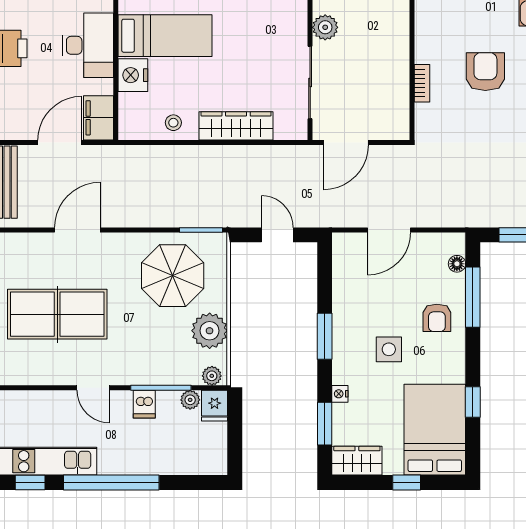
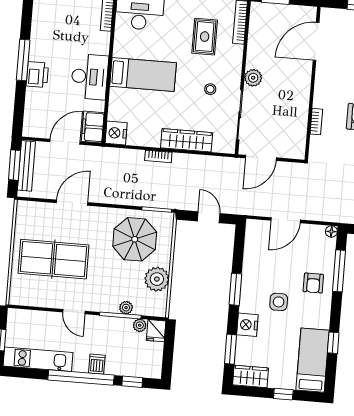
nightstand: (133, 75) -> (116, 133), moved
stool: (173, 123) -> (210, 89), moved
bookcase: (197, 153) -> (158, 156), added
floor lamp: (457, 264) -> (331, 231), moved
plant: (212, 376) -> (126, 308), moved
nightstand: (340, 394) -> (247, 325), width x1.89, depth x1.79
dishwasher: (144, 404) -> (97, 364), moved, turned 180
bed: (435, 430) -> (313, 360), width x0.67
window: (30, 483) -> (132, 382), moved

